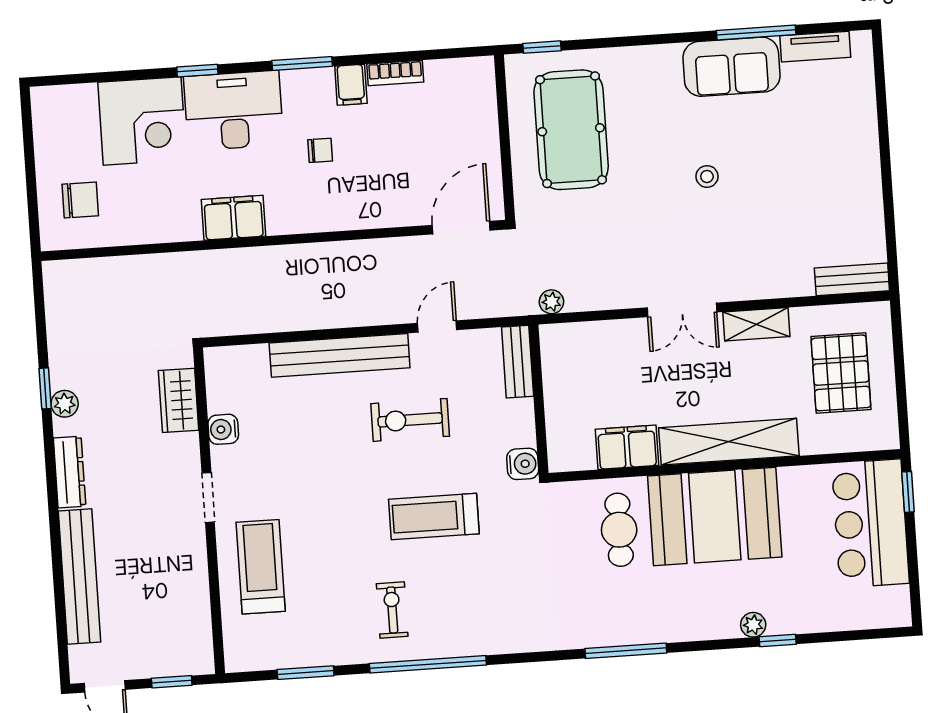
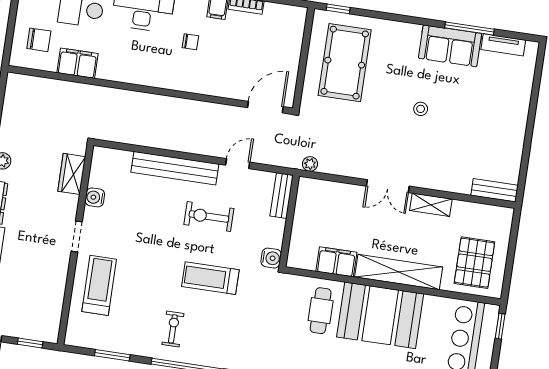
filing cabinet: (234, 218) -> (77, 63), moved
pallet: (841, 373) -> (474, 263), moved

